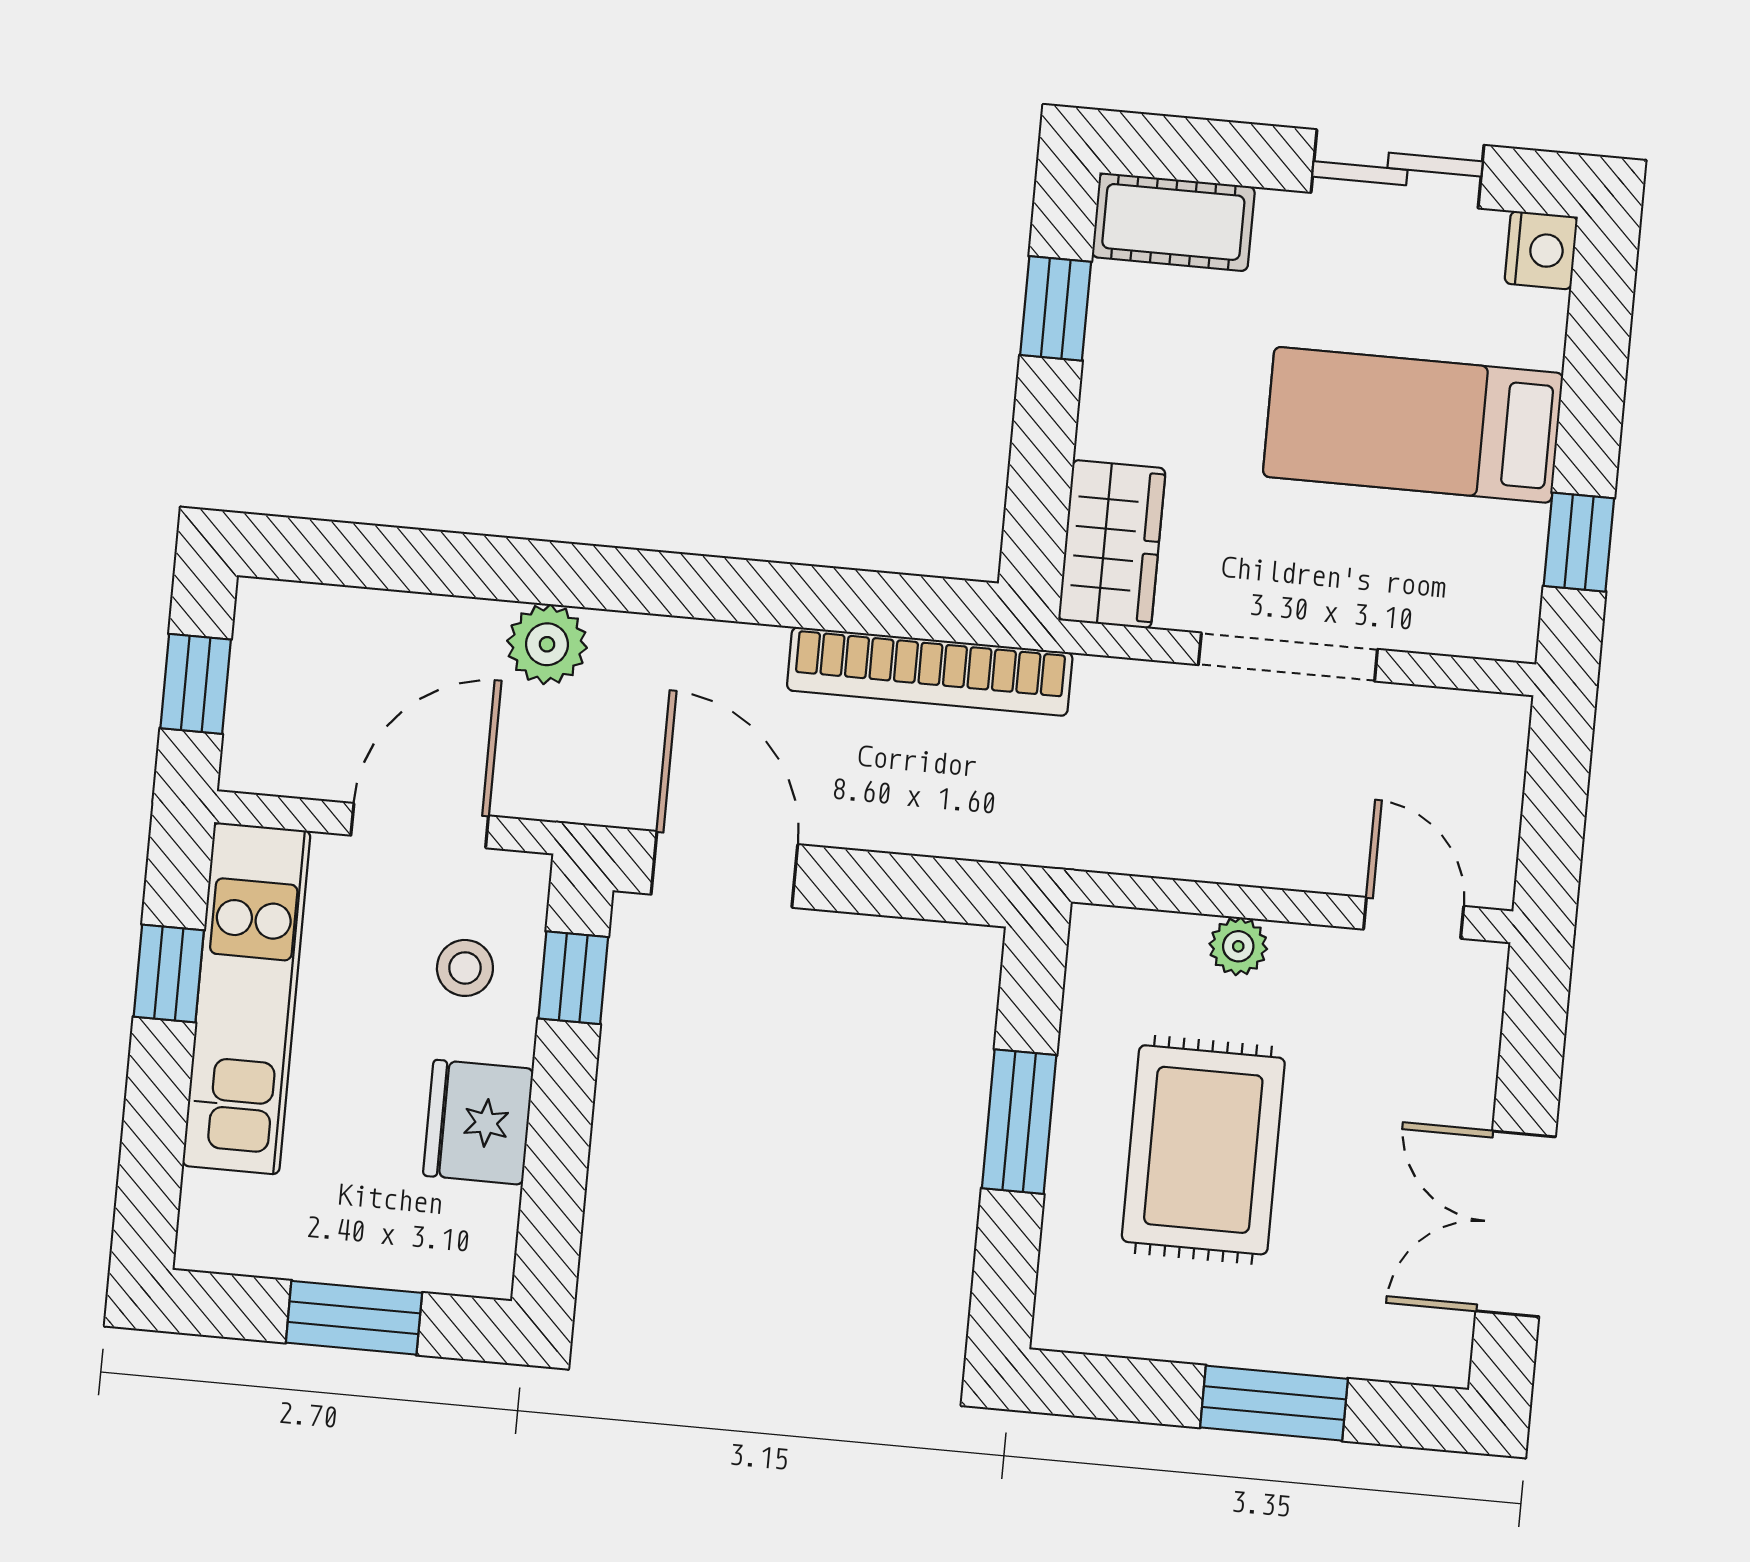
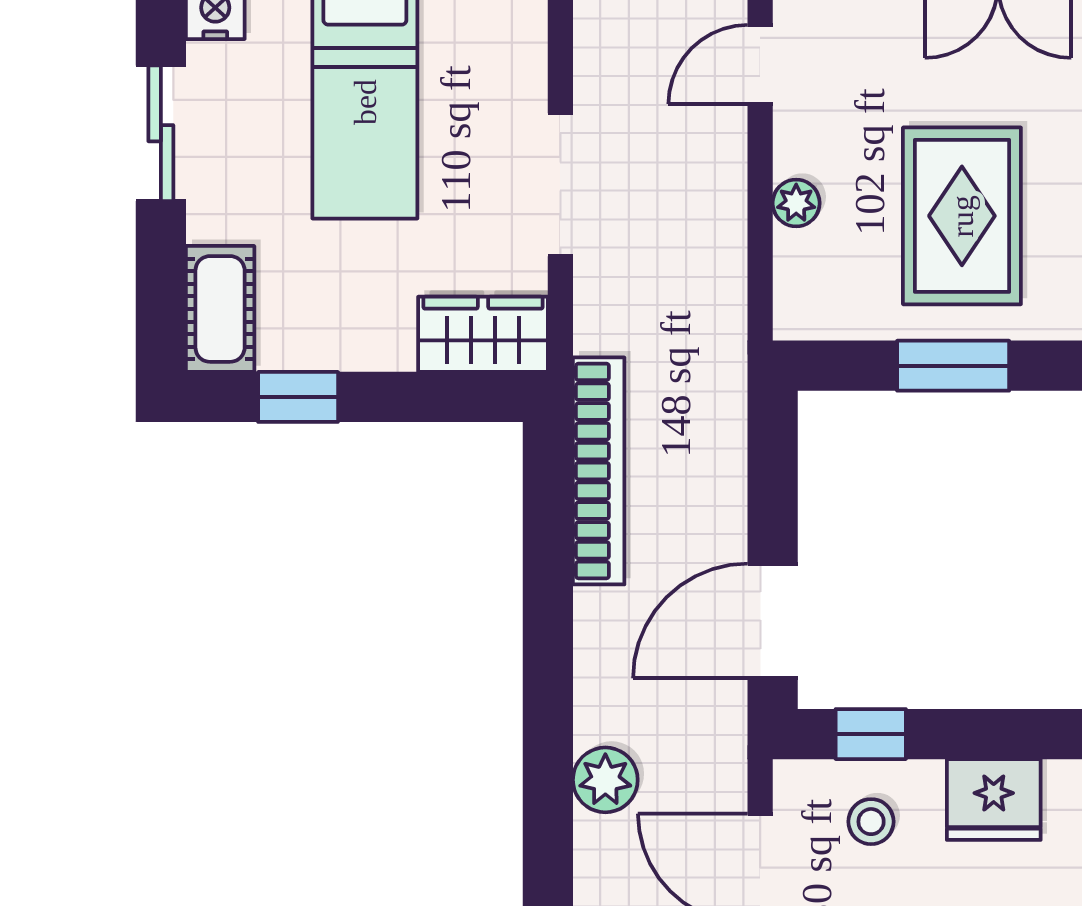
rug: (1203, 1150) -> (962, 216), turned 90

